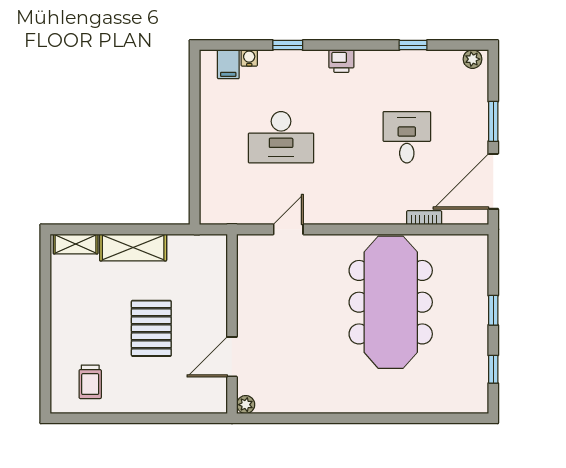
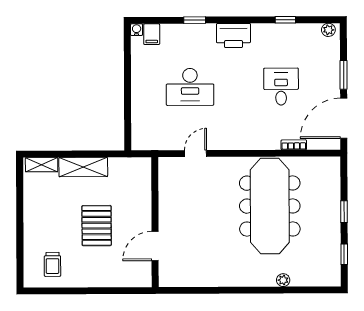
water cooler: (249, 58) -> (137, 30), moved
printer: (341, 61) -> (233, 36), width x1.87, depth x1.48
plant: (246, 405) -> (283, 280), moved

